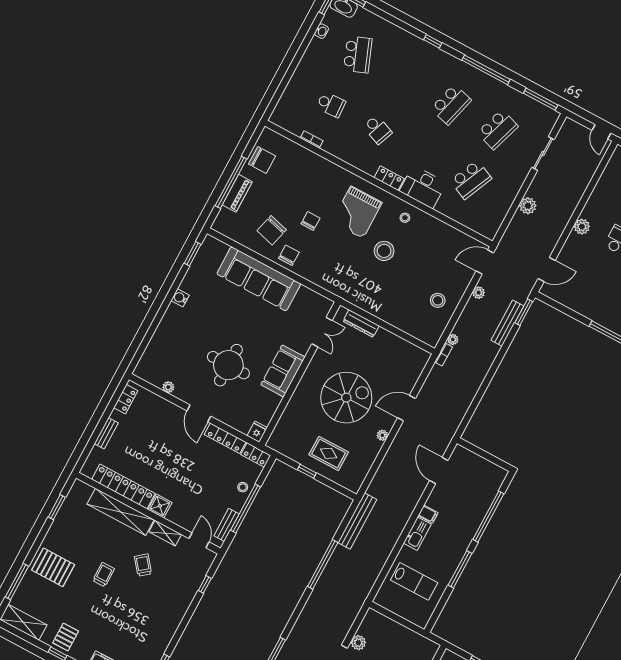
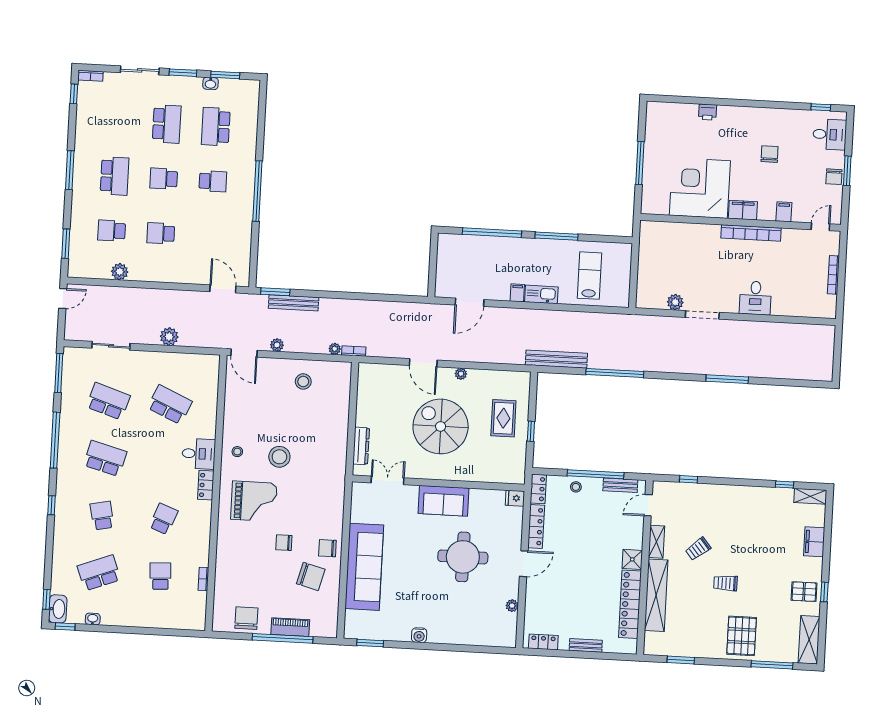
school desk: (404, 79) -> (102, 516), added
desk: (423, 187) -> (199, 454), width x0.73
plant: (582, 227) -> (120, 272), moved

